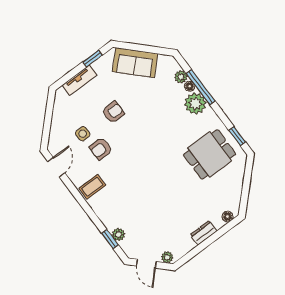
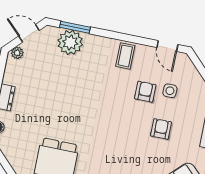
armchair: (113, 112) -> (161, 129), turned 180
plant: (118, 234) -> (70, 42), width x1.88, depth x1.88
window: (110, 239) -> (75, 27), width x1.50

